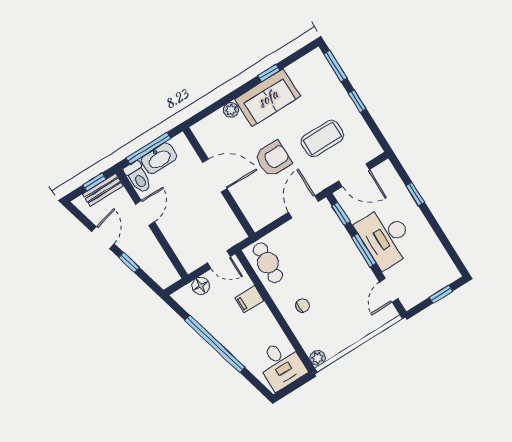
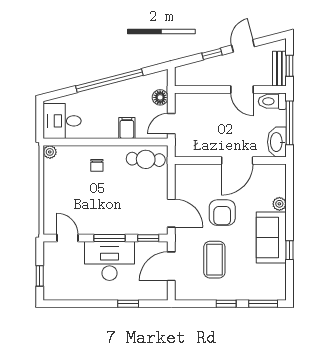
washbasin: (159, 158) -> (277, 142), moved
door: (103, 238) -> (243, 46), swing flipped

